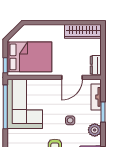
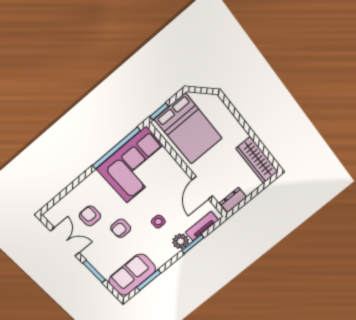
door: (72, 77) -> (202, 188), hinge flipped
plant: (95, 130) -> (181, 241), moved

